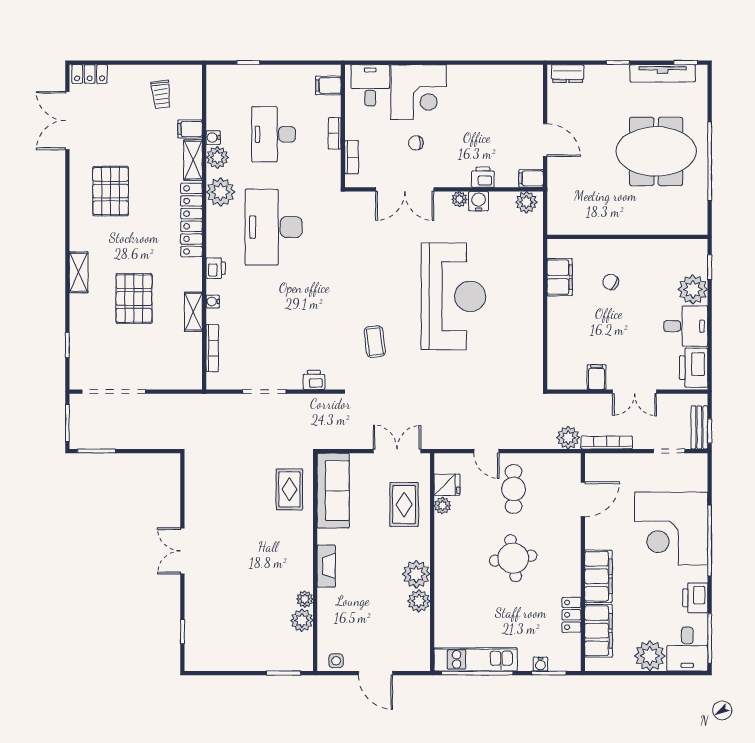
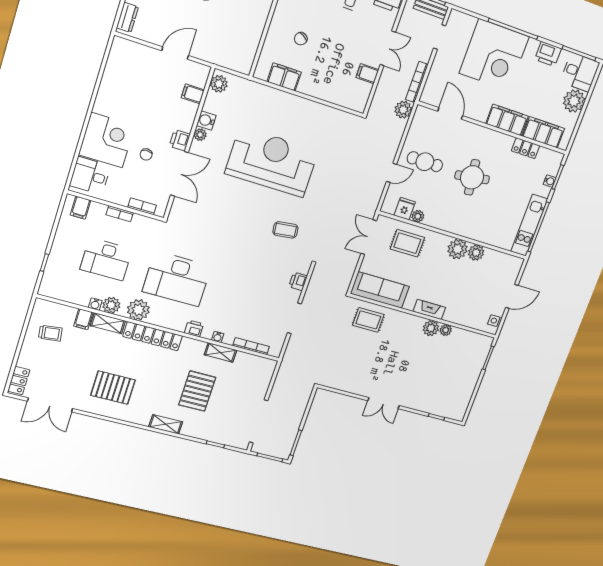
printer: (483, 177) -> (180, 140), moved
filing cabinet: (531, 178) -> (193, 94), moved, turned 90
pallet: (134, 298) -> (197, 391), turned 90
plant: (302, 620) -> (431, 328), moved

